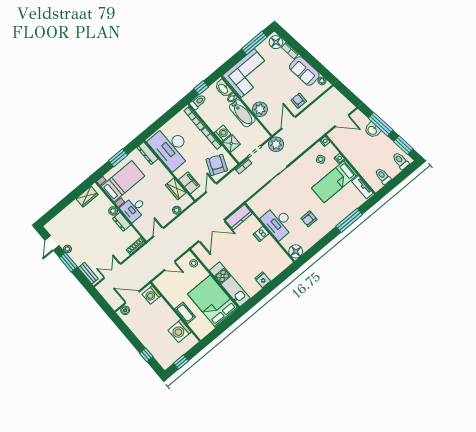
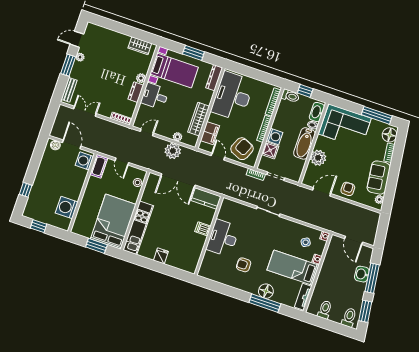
plant: (276, 144) -> (173, 151), moved
door: (211, 188) -> (218, 157), hinge flipped
wardrobe: (176, 189) -> (199, 119), width x1.50
floor lamp: (296, 251) -> (266, 291), moved
cot: (185, 313) -> (99, 166), moved
window: (224, 326) -> (96, 246), added

